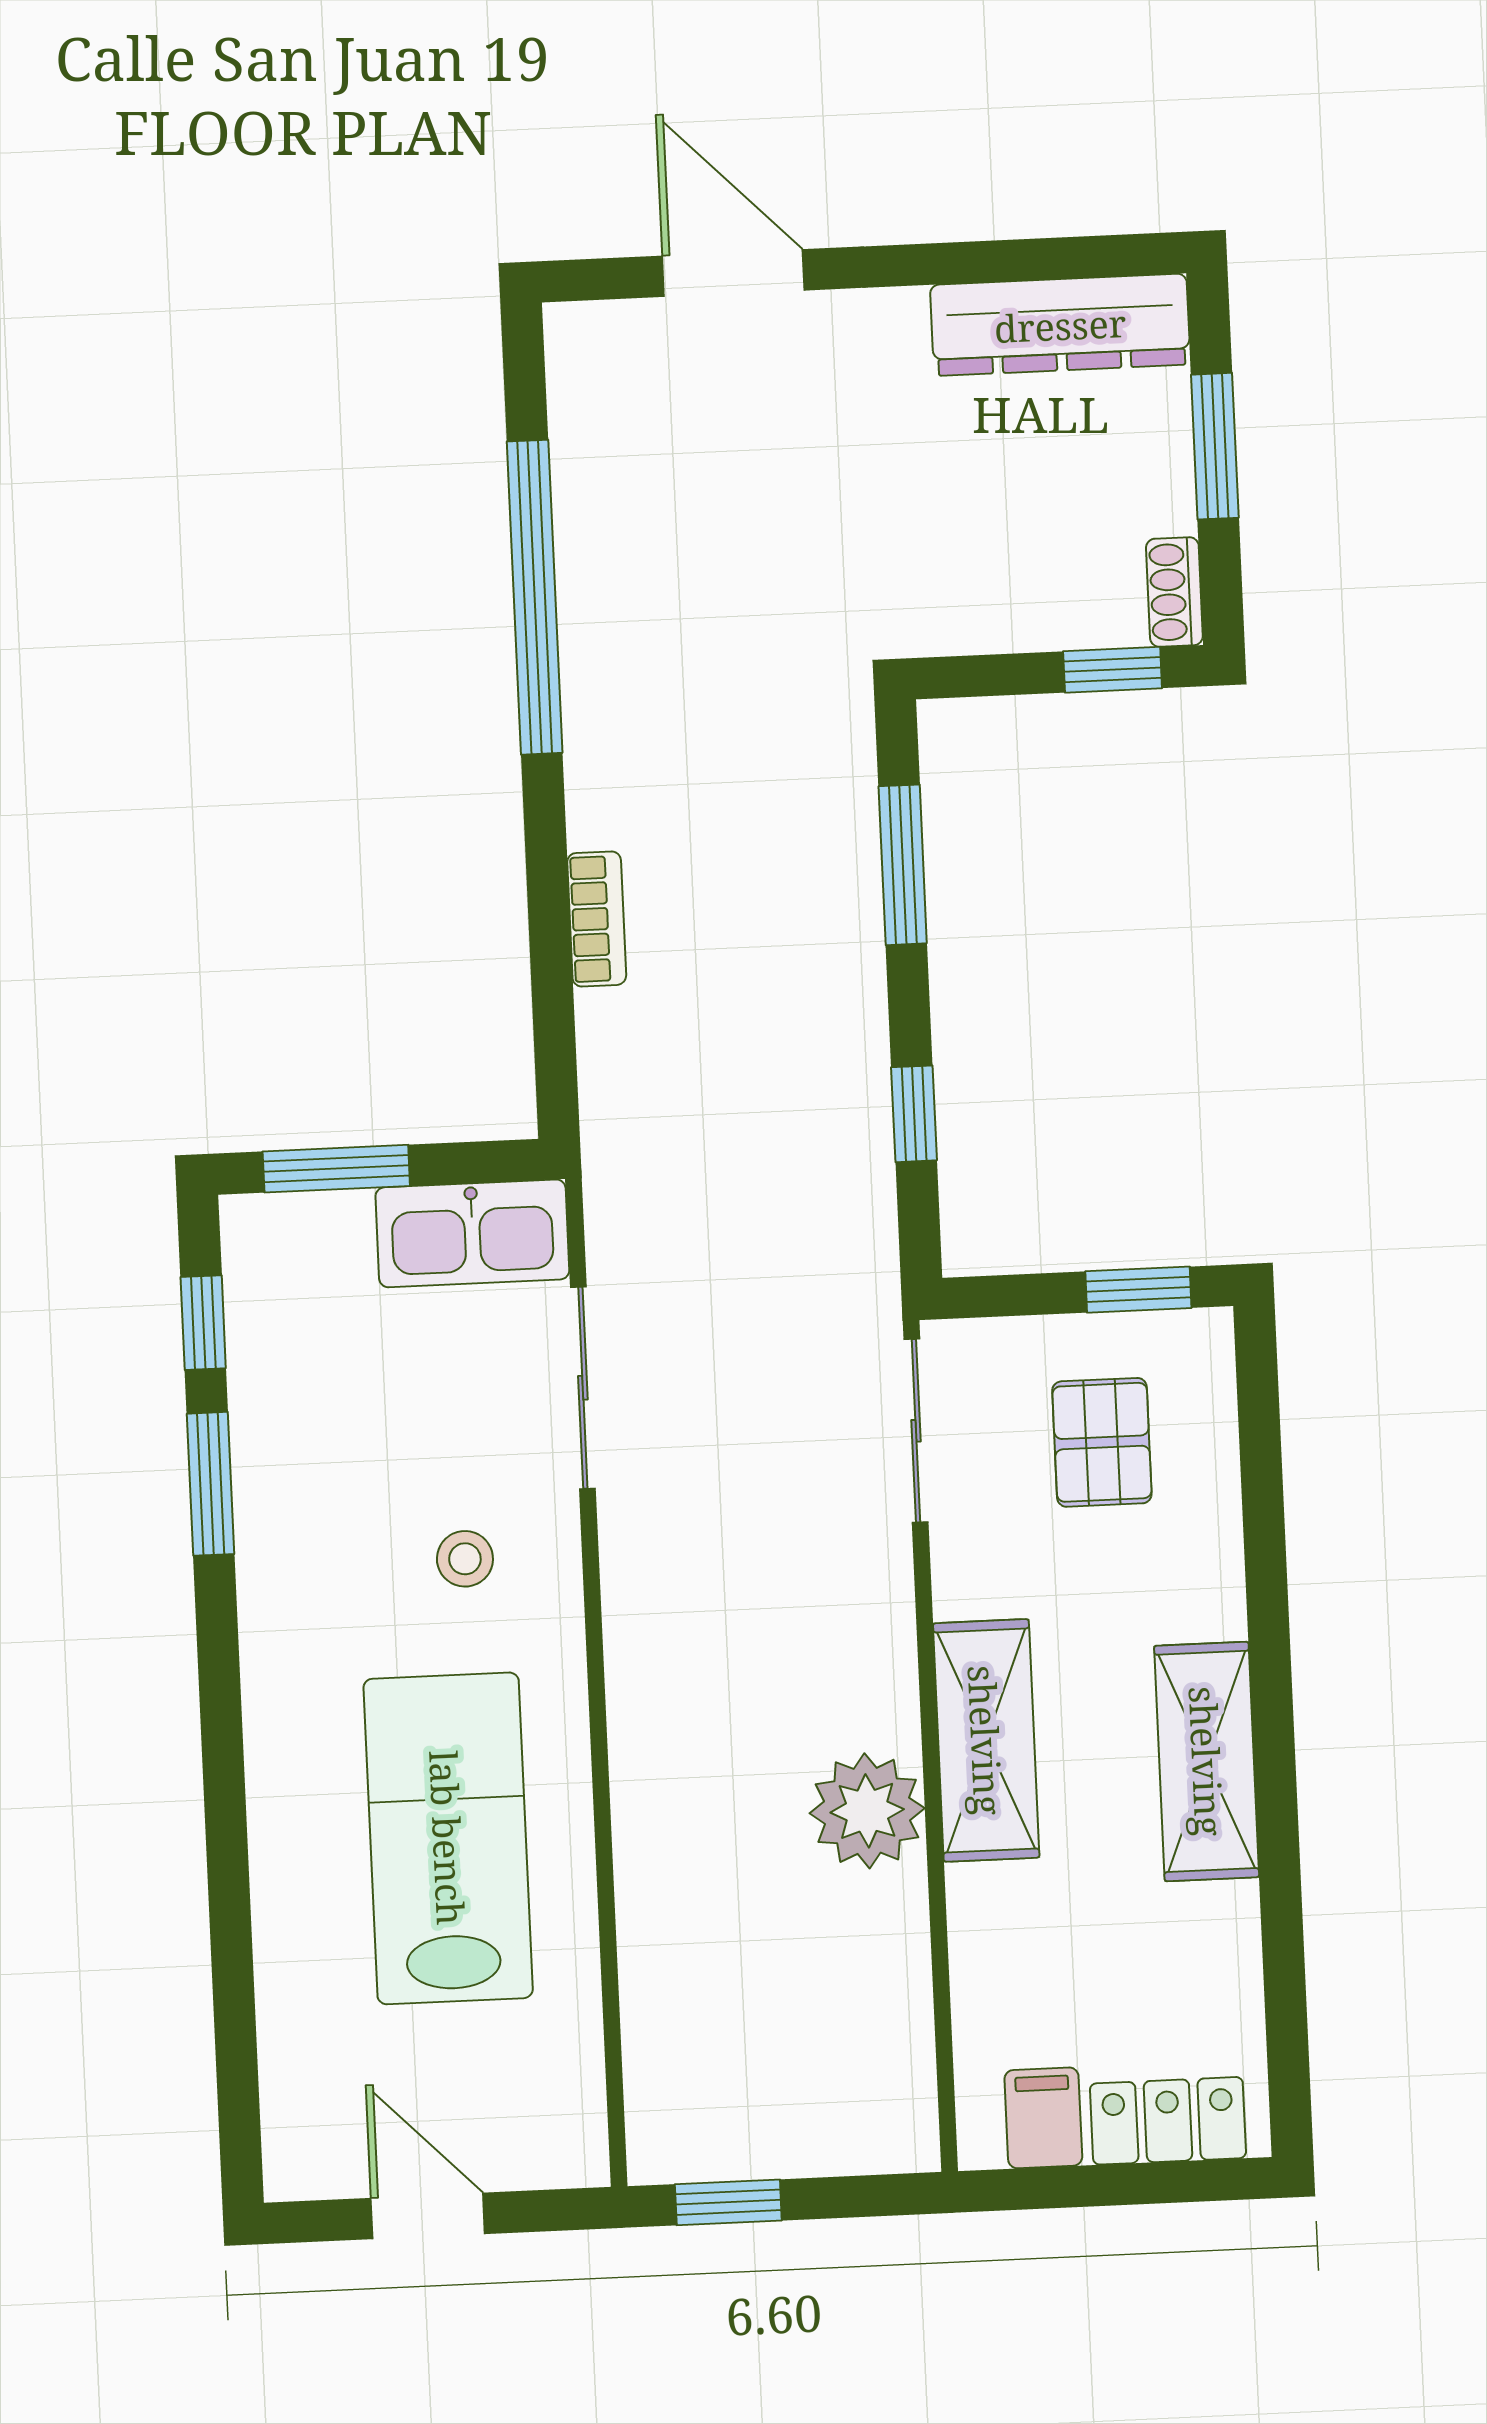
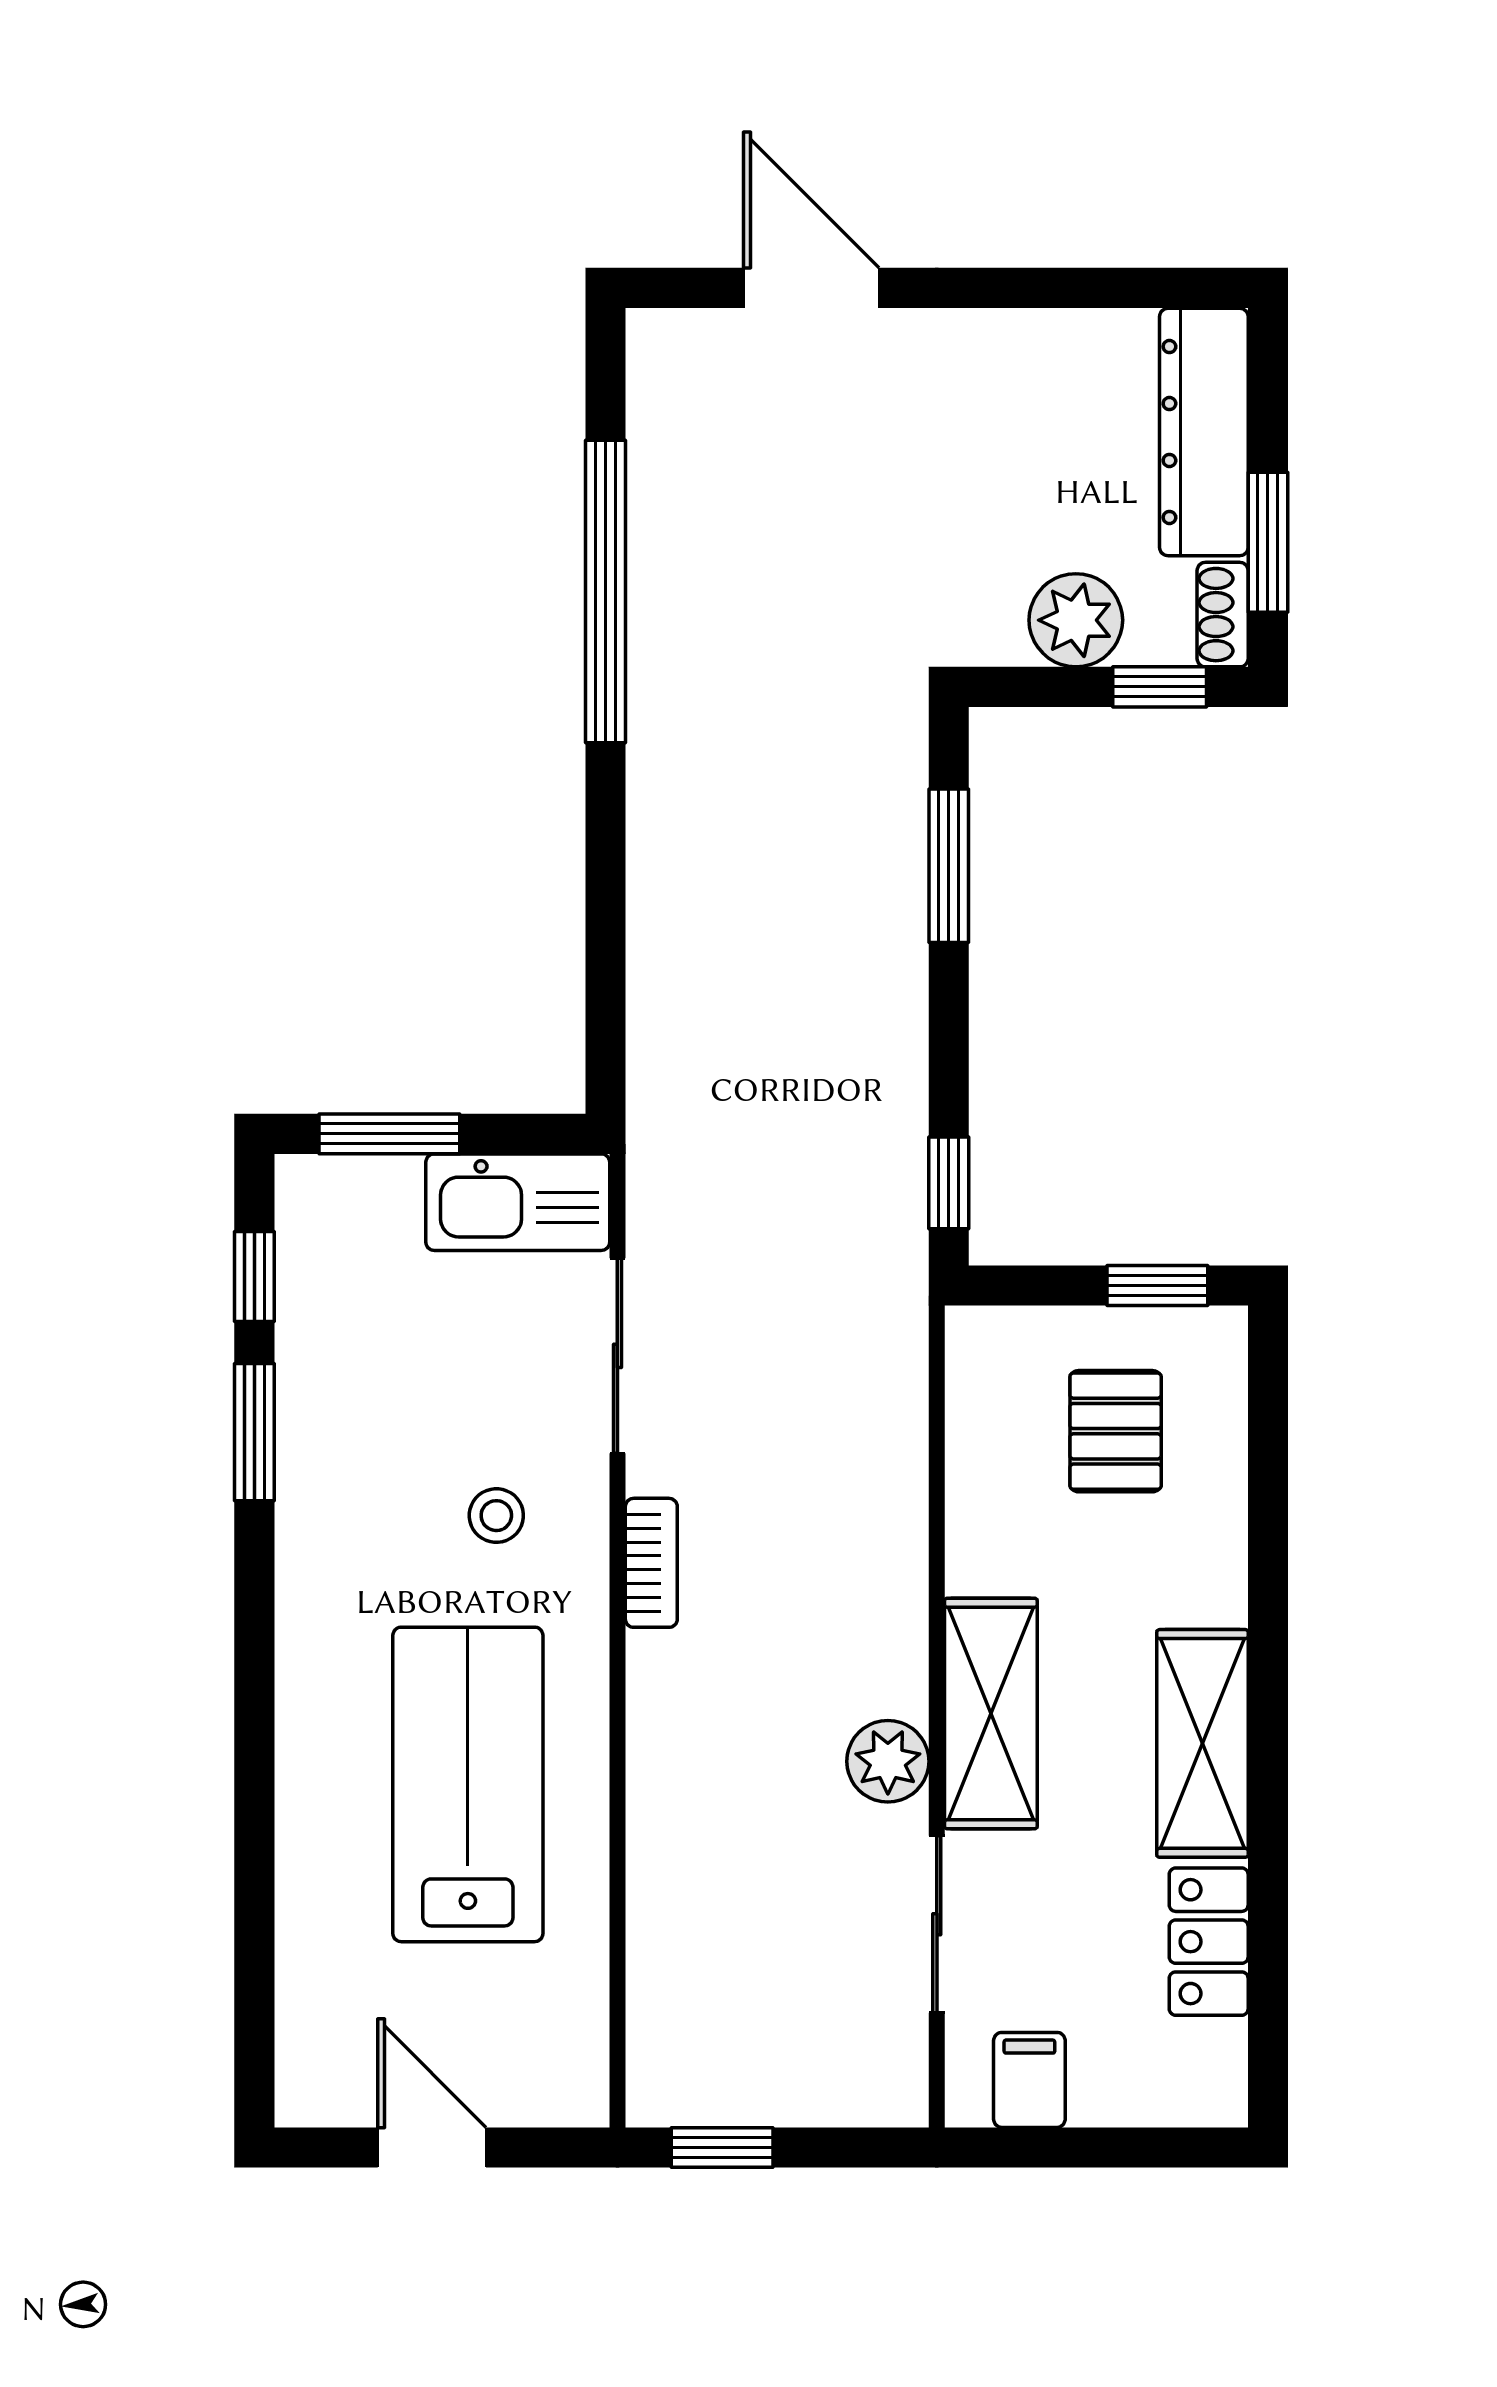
dresser: (1060, 325) -> (1204, 432), moved, turned 90
window: (1215, 446) -> (1268, 542), moved
plant: (1023, 605) -> (1076, 620), added
bookcase: (597, 919) -> (651, 1563), moved
window: (914, 1114) -> (949, 1183), moved
sliding door: (916, 1431) -> (937, 1924), moved
plant: (867, 1811) -> (888, 1761), width x0.73, depth x0.73
locker: (1168, 2121) -> (1209, 1942), moved, turned -90

